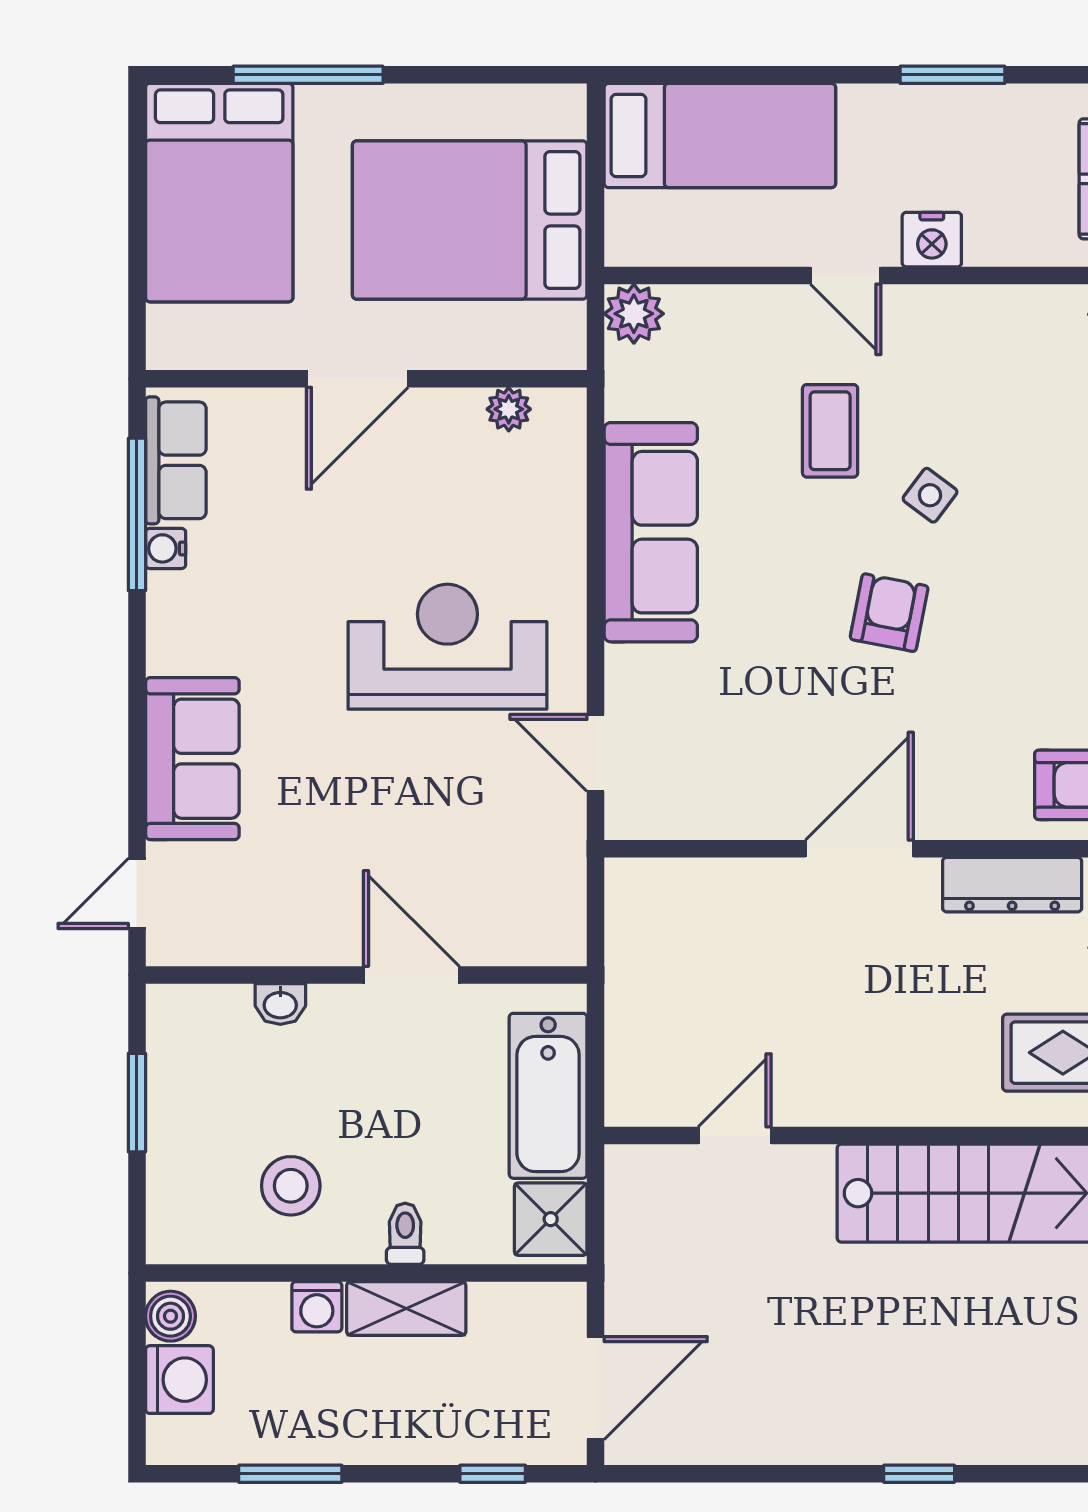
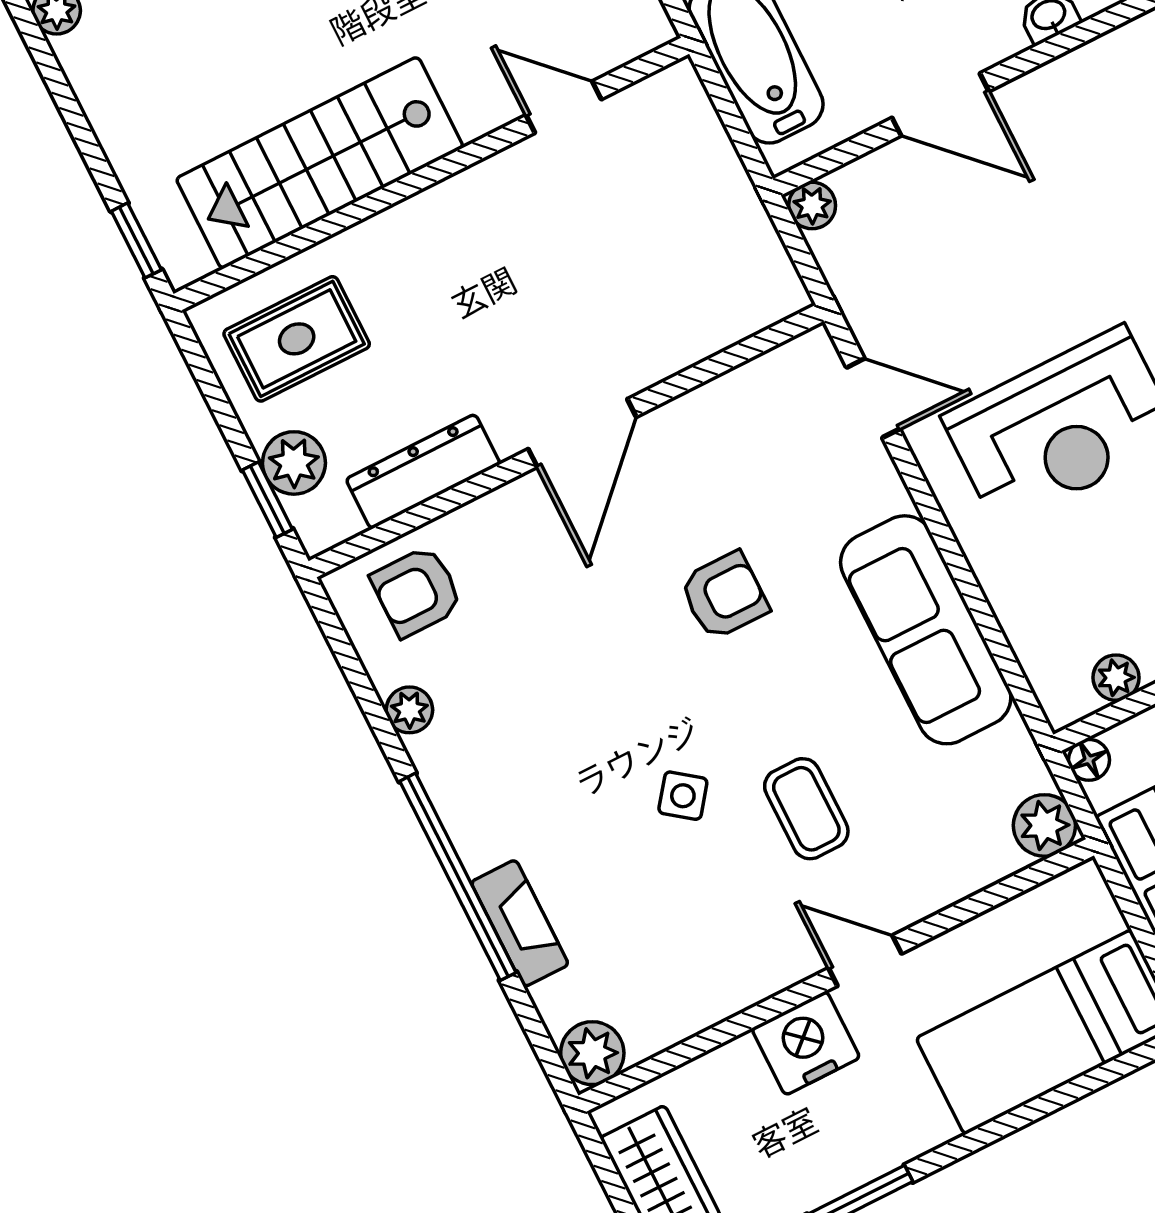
nightstand: (932, 240) -> (806, 1043), width x1.36, depth x1.33
floor lamp: (567, 351) -> (1089, 760), added
armchair: (889, 613) -> (724, 596), moved, turned -101
plant: (565, 944) -> (812, 206), added
door: (735, 1135) -> (564, 107), swing flipped

